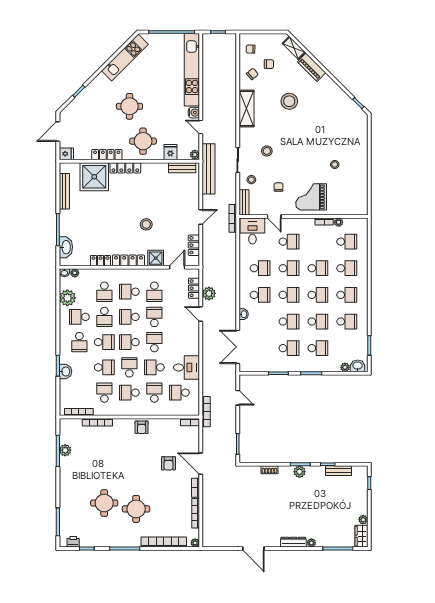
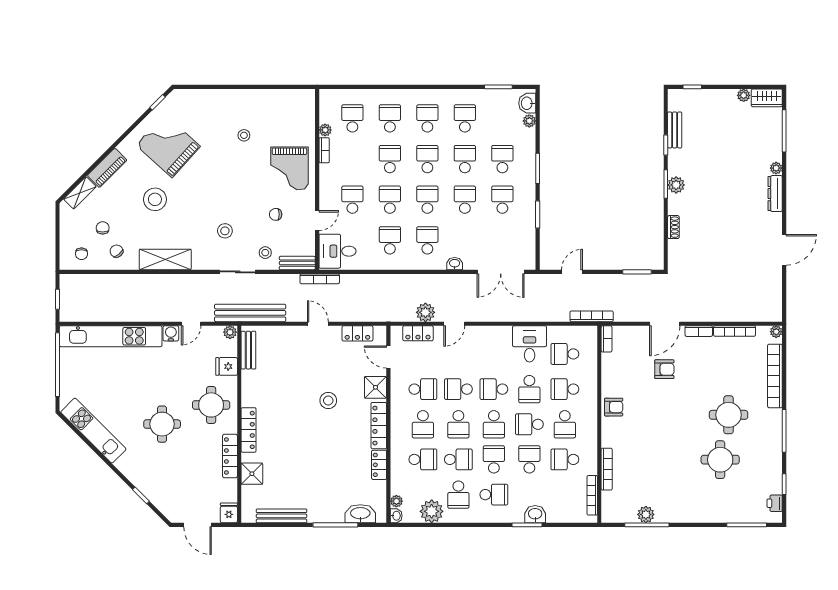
grand piano: (327, 111) -> (168, 146), added
shower: (94, 177) -> (252, 474), width x0.54, depth x0.54
school desk: (179, 393) -> (565, 354), turned 90

